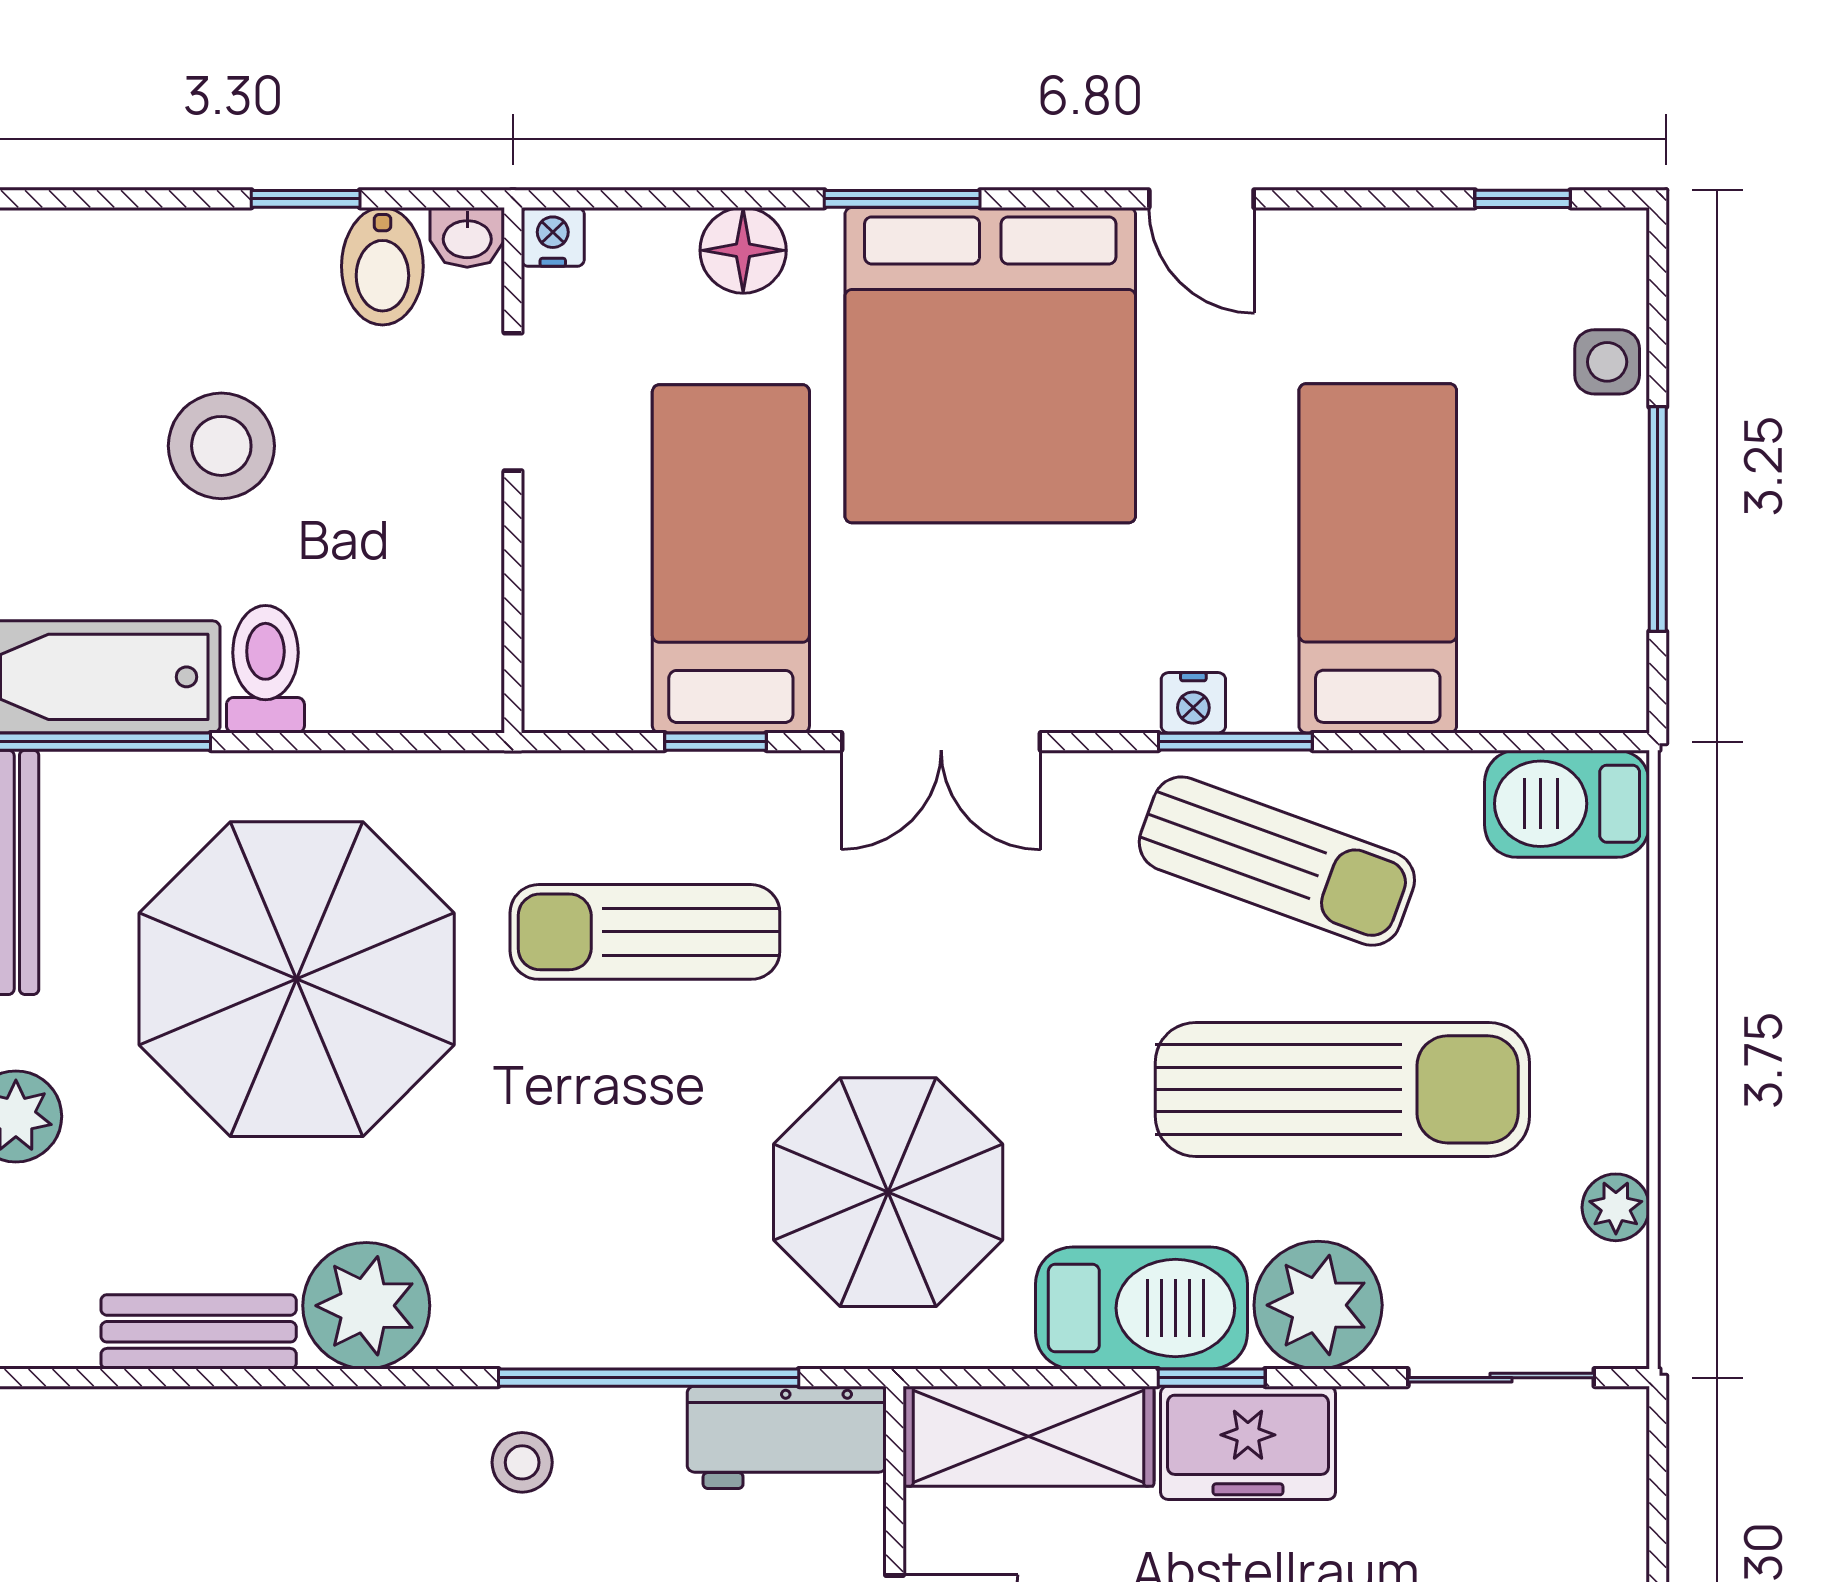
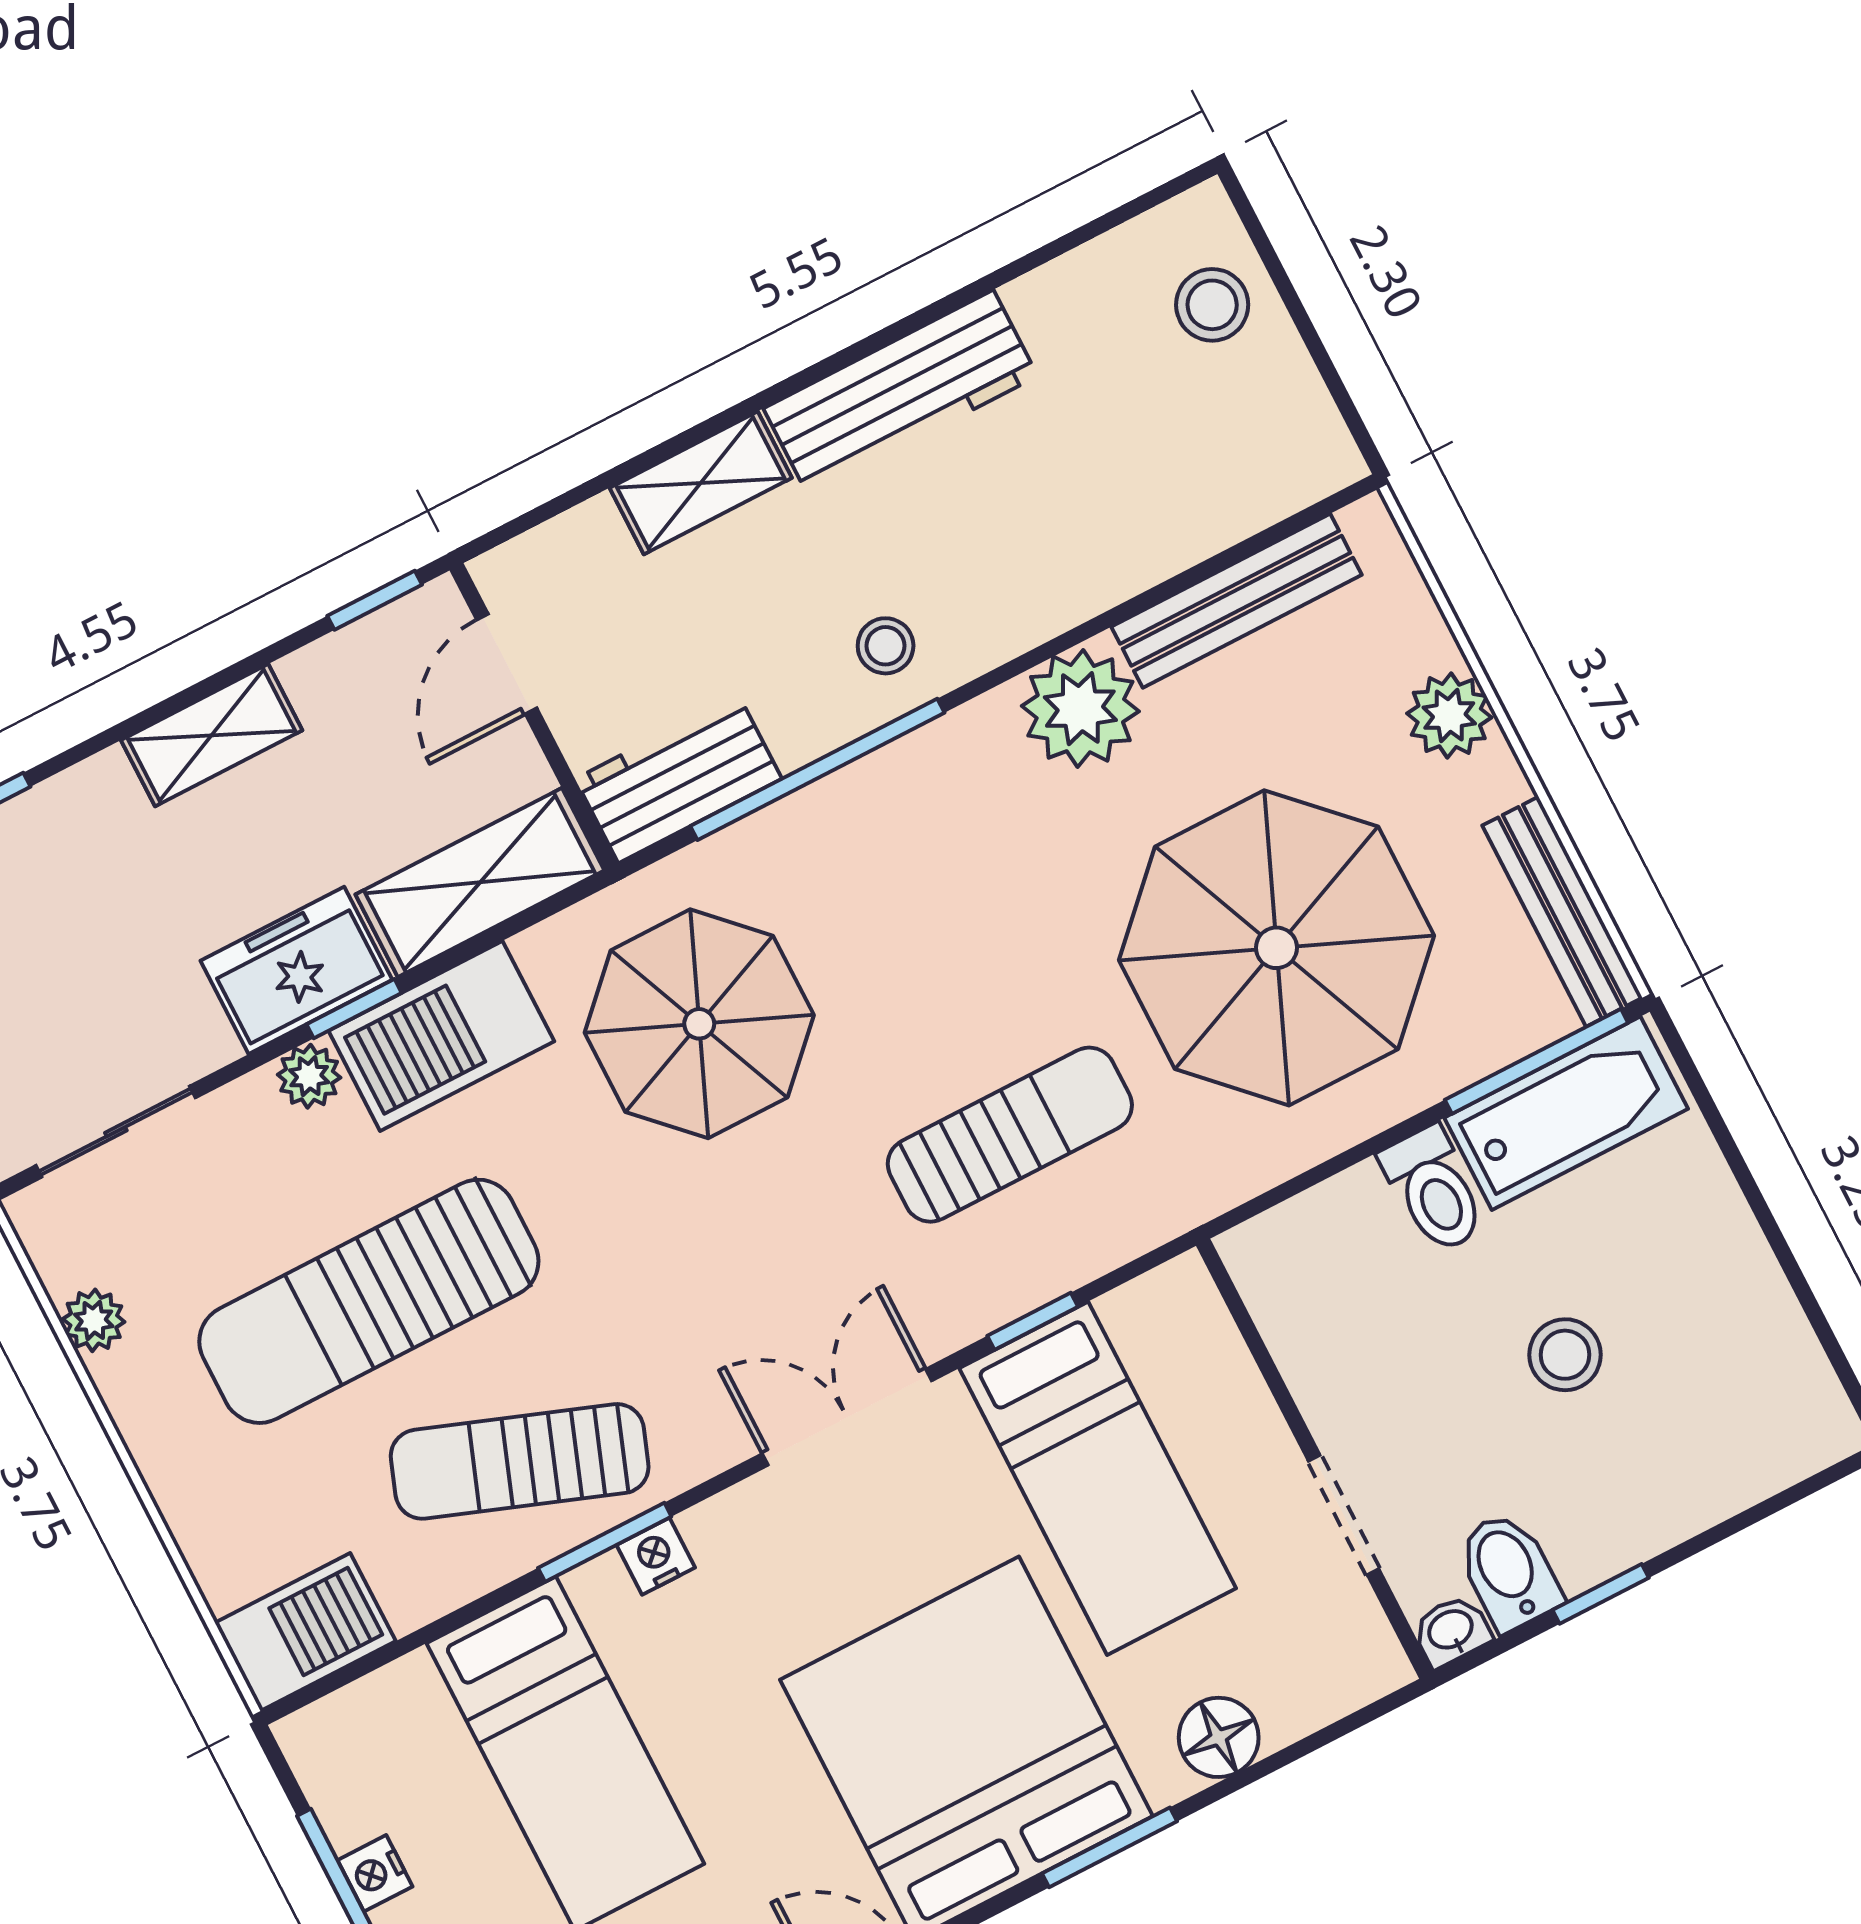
nightstand: (553, 237) -> (375, 1873), moved, turned 90
stool: (221, 446) -> (1565, 1355), width x0.73, depth x0.73
plant: (1318, 1305) -> (309, 1076), width x0.53, depth x0.53
bench: (199, 1332) -> (1237, 601), width x1.36

